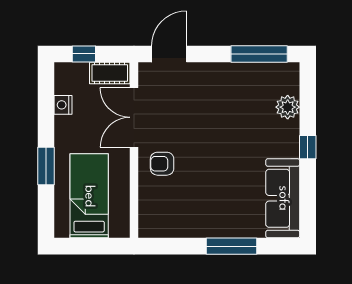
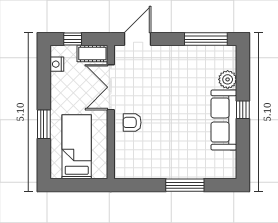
nightstand: (63, 105) -> (57, 64), moved
sofa: (283, 198) -> (224, 120), moved

